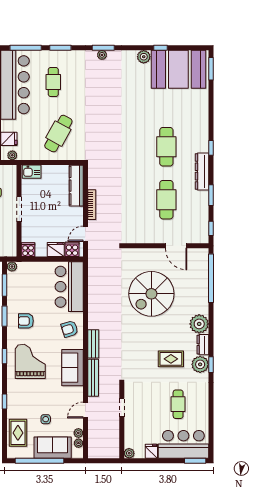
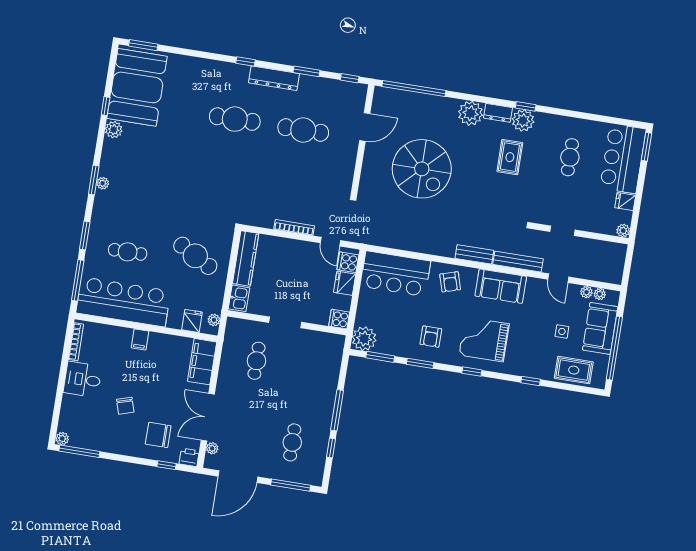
kitchen counter: (76, 186) -> (246, 258), moved, turned -90
plant: (12, 267) -> (364, 339), width x1.87, depth x1.87
cafe table: (178, 404) -> (570, 157), turned 90

